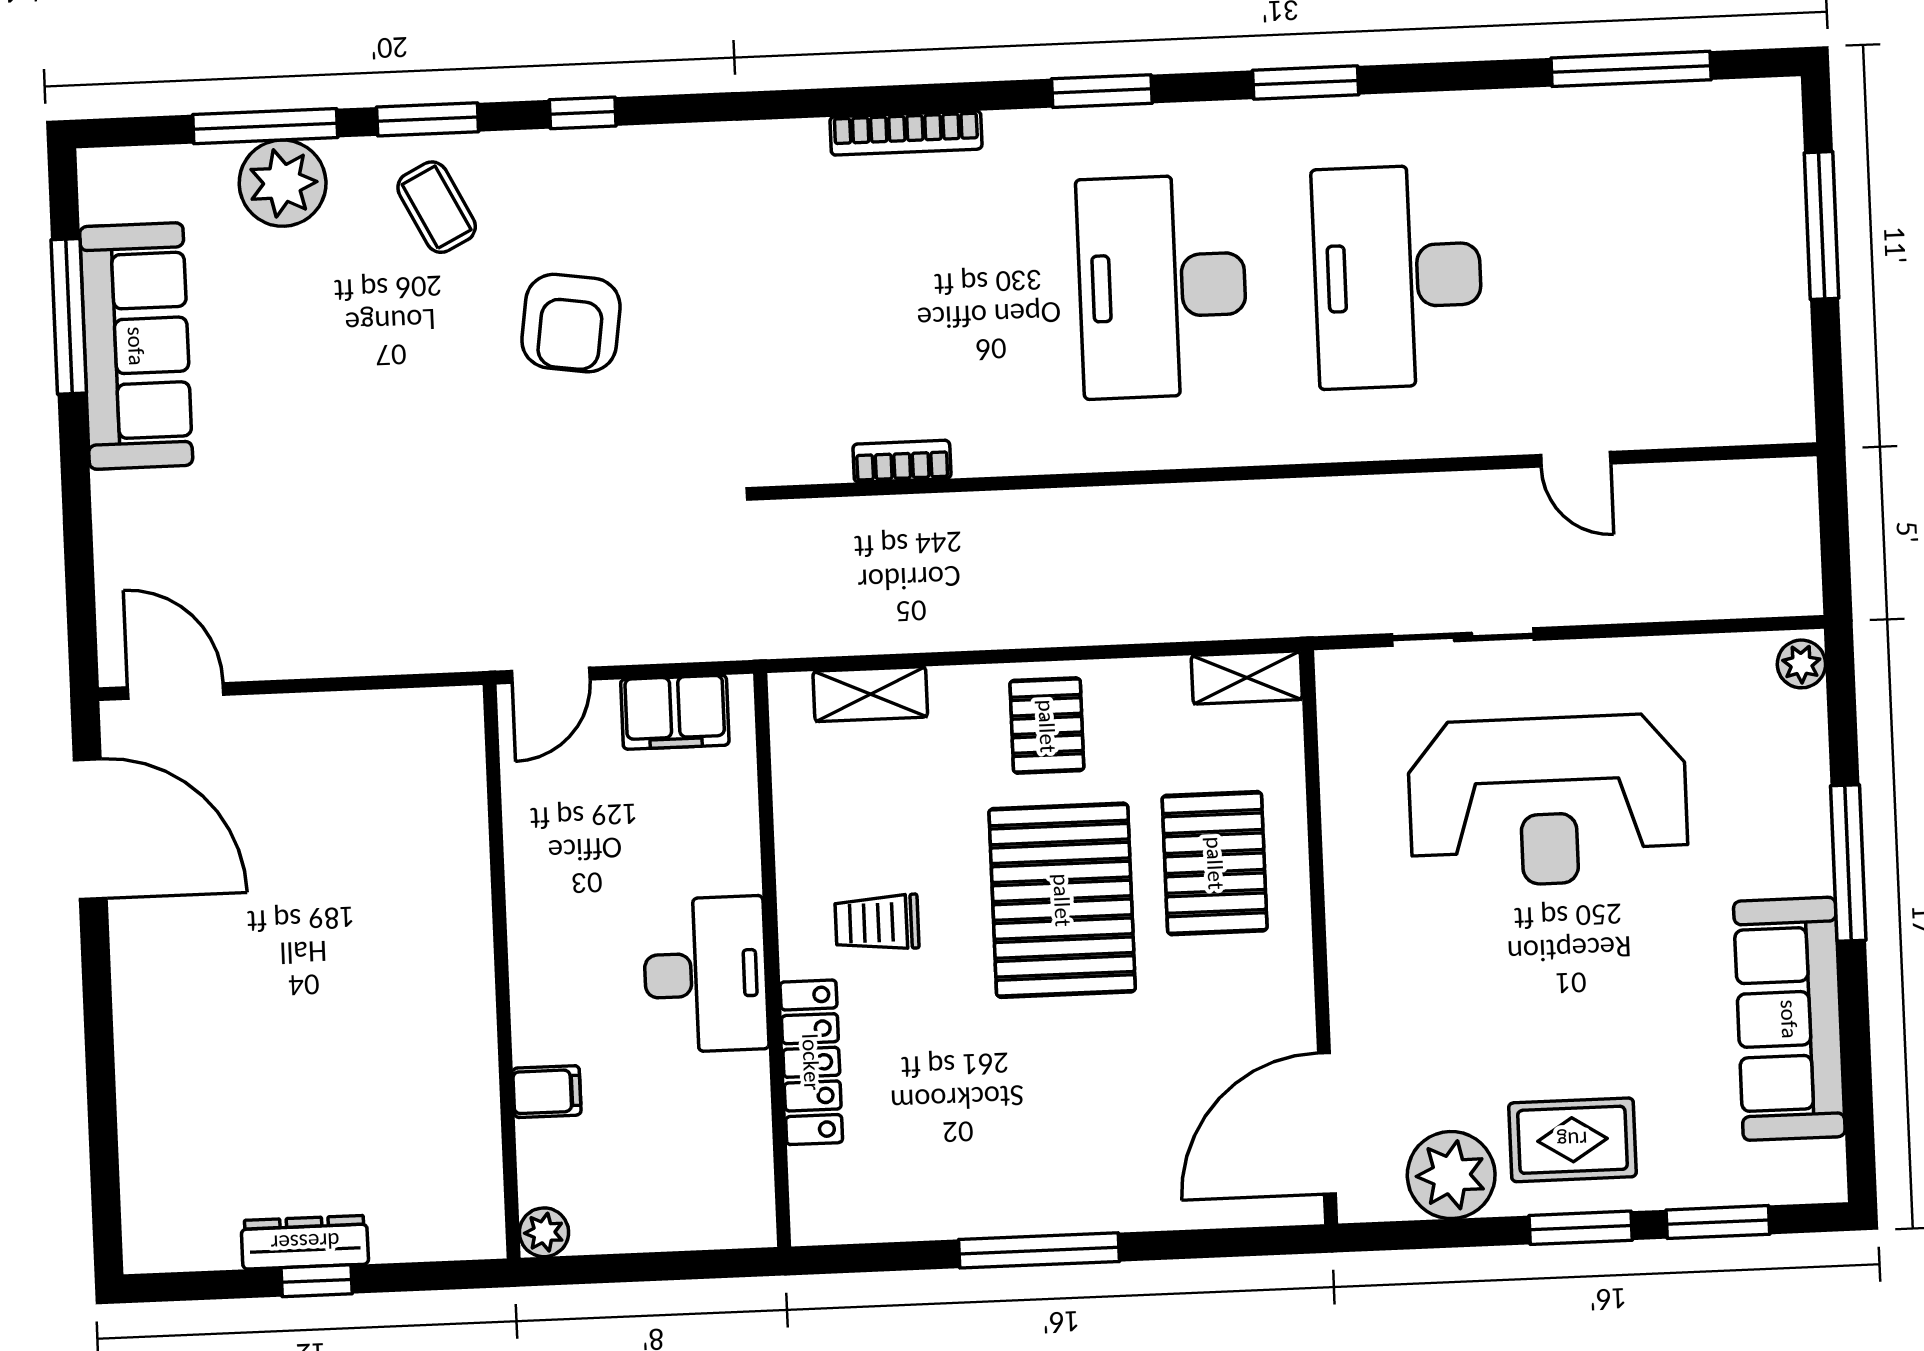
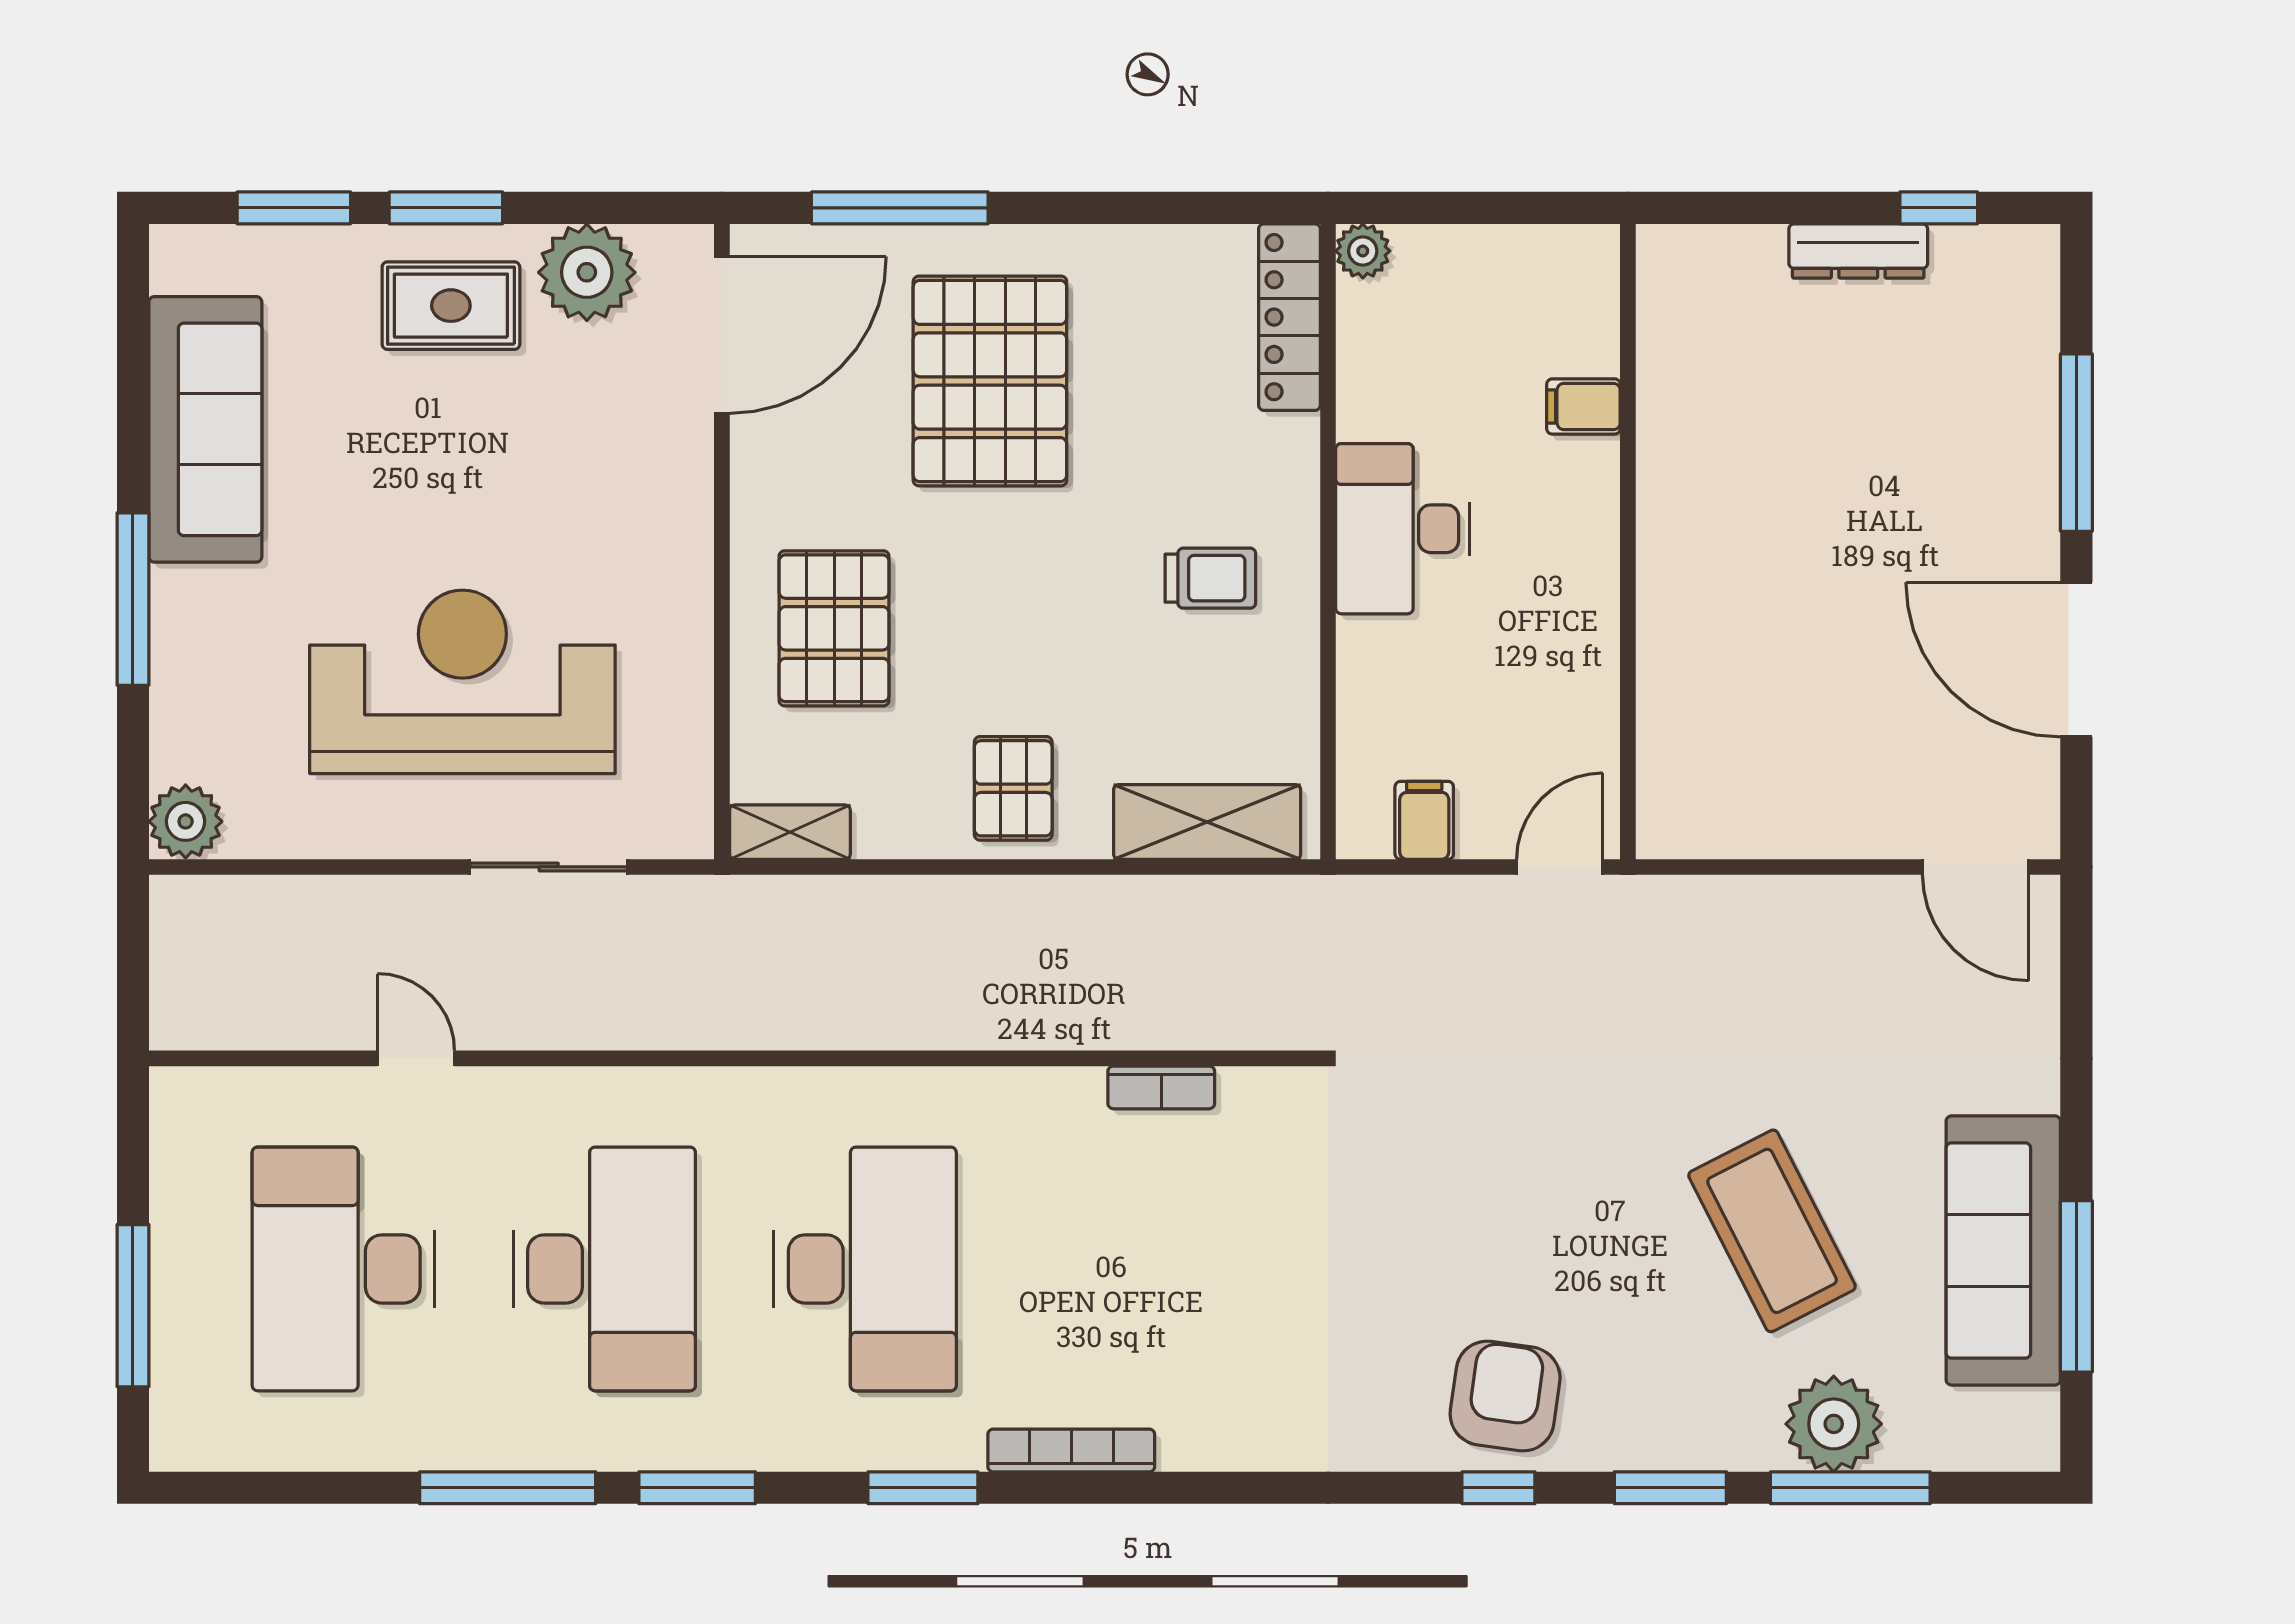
window: (1631, 69) -> (508, 1488), moved
bookcase: (906, 133) -> (1071, 1450), moved
coffee table: (437, 207) -> (1772, 1231), moved, width x1.86, depth x1.72
desk: (1633, 267) -> (343, 1269), added
armchair: (571, 323) -> (1505, 1396), moved
plant: (1801, 664) -> (186, 821), width x1.38, depth x1.38
shelving: (870, 694) -> (1207, 822), width x1.50, depth x1.33
filing cabinet: (675, 712) -> (1424, 820), width x0.50
door: (90, 829) -> (2076, 660), moved
pallet: (1062, 900) -> (990, 381), moved
locker: (811, 1062) -> (1289, 317), moved
window: (101, 1078) -> (2076, 443), added
plant: (544, 1232) -> (1363, 251), moved
window: (1039, 1250) -> (900, 208), moved
window: (317, 1281) -> (1939, 208), moved

